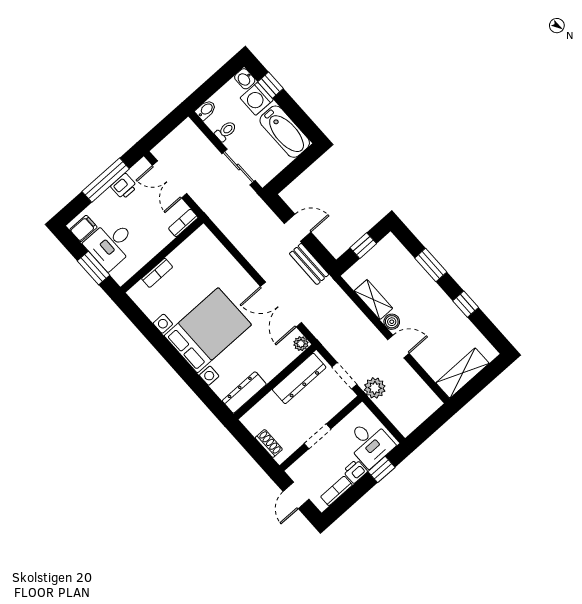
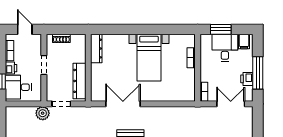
bed with nightstands: (208, 330) -> (149, 58), width x0.73
plant: (301, 344) -> (96, 97), removed

